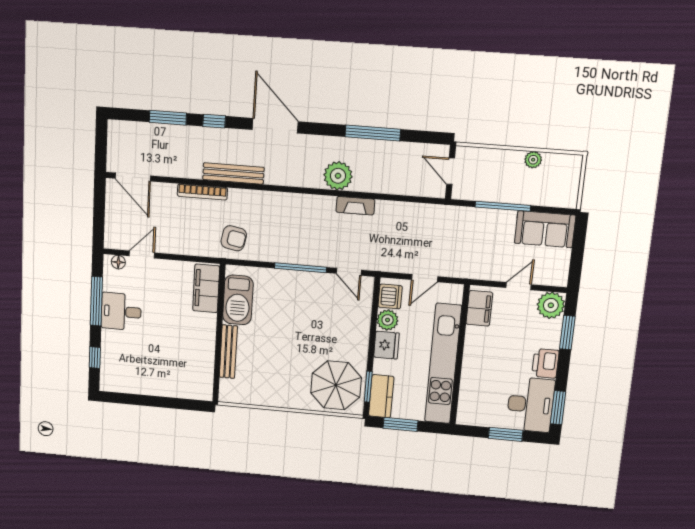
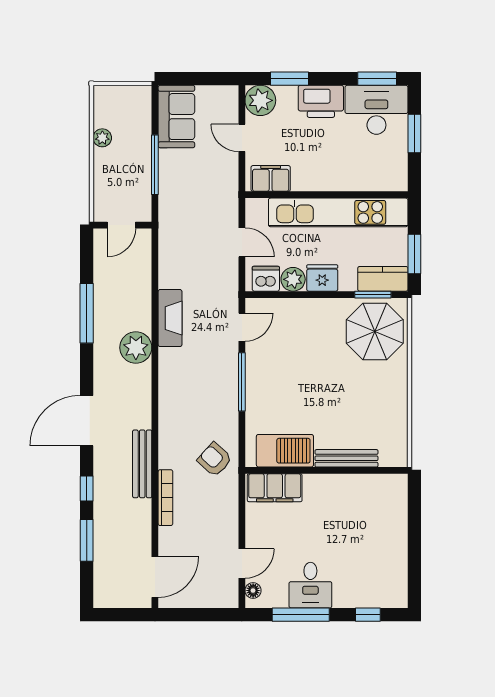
fireplace: (355, 206) -> (170, 318), width x1.37, depth x1.32
armchair: (234, 238) -> (215, 459), turned -59
door: (142, 254) -> (242, 564), swing flipped
printer: (545, 363) -> (321, 101), width x1.37, depth x1.19

